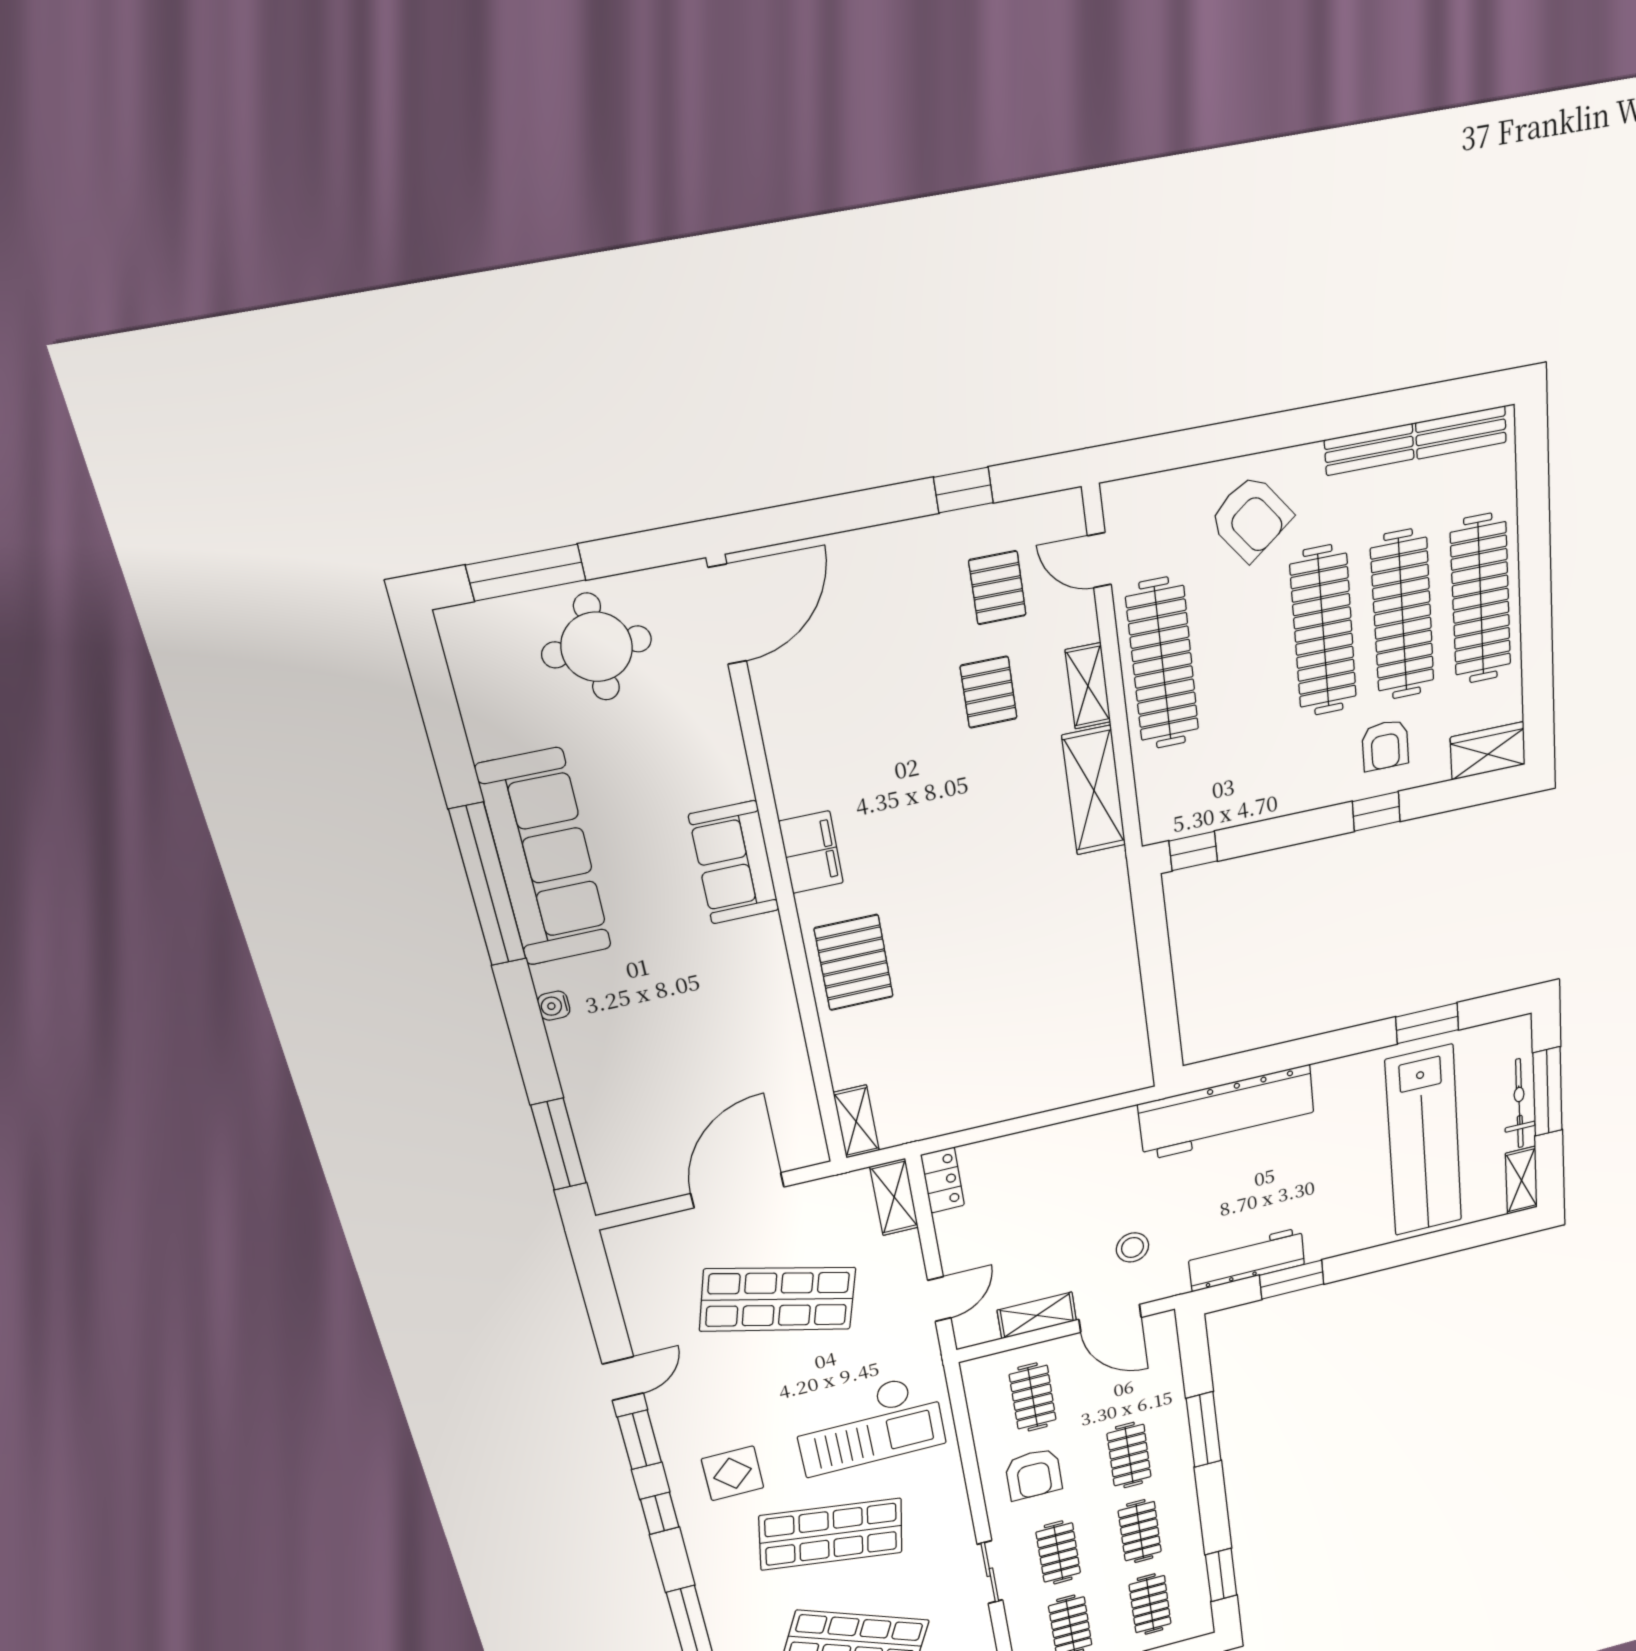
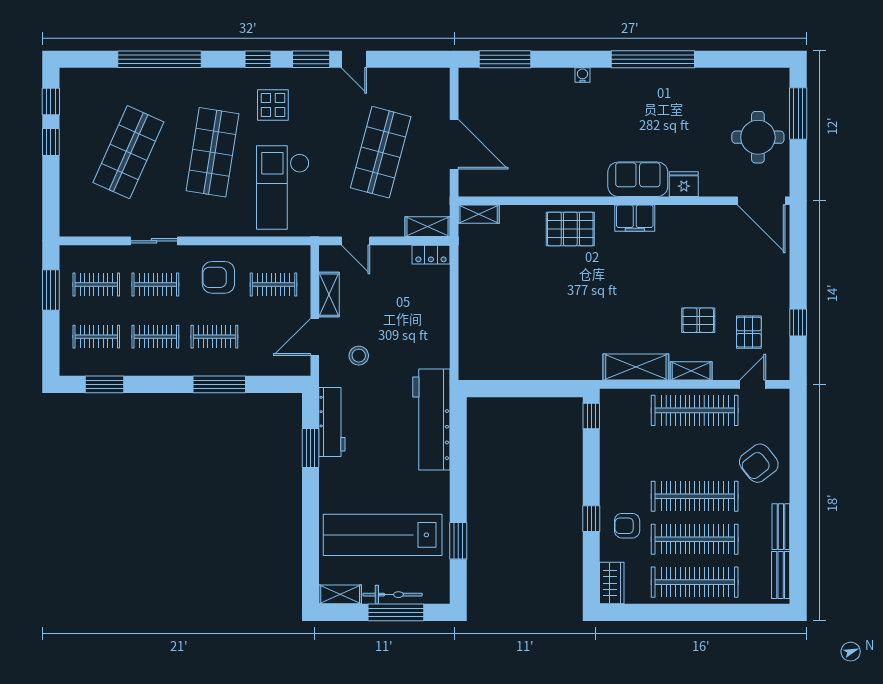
pallet: (997, 588) -> (749, 332), turned 90
fridge: (725, 774) -> (684, 184), added
sofa: (544, 858) -> (660, 89), removed

